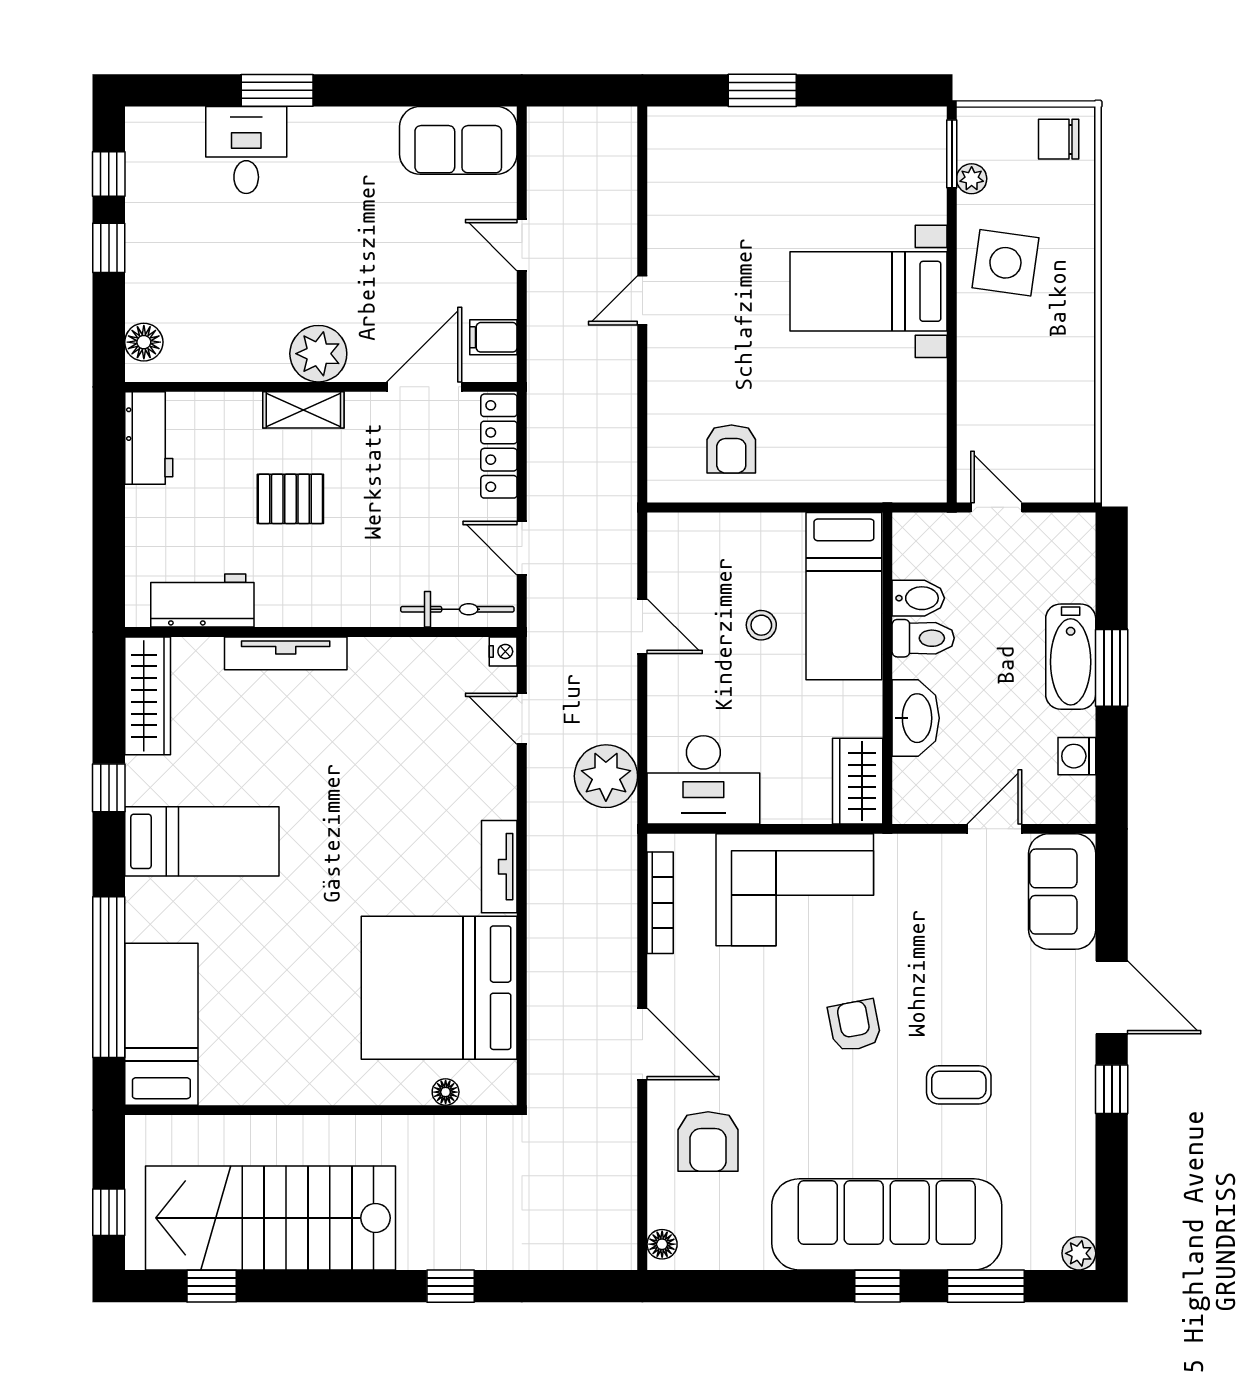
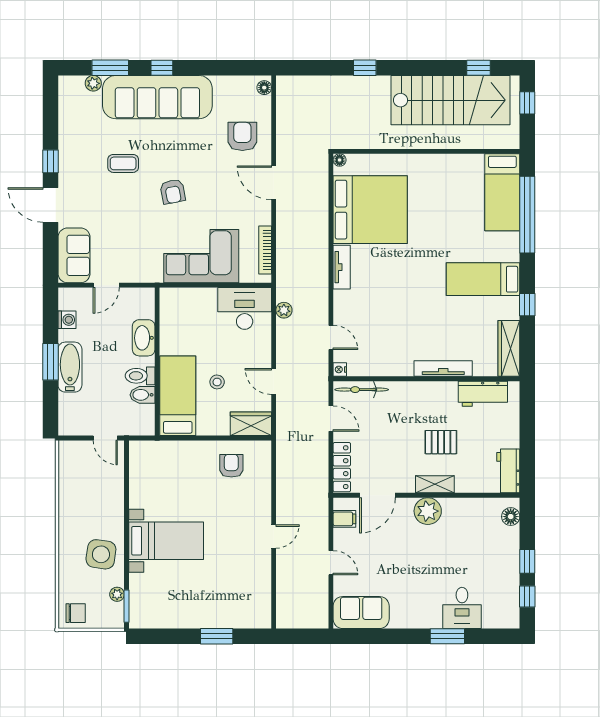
plant: (606, 776) -> (284, 310), width x0.53, depth x0.53
wardrobe: (858, 781) -> (251, 424), moved, turned -90
floor lamp: (446, 1092) -> (340, 160), moved
plant: (1079, 1253) -> (93, 83), moved

